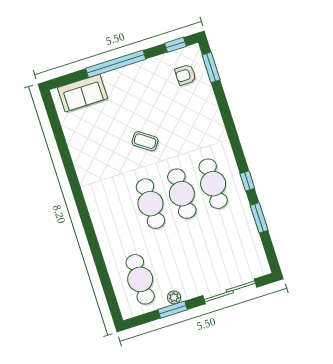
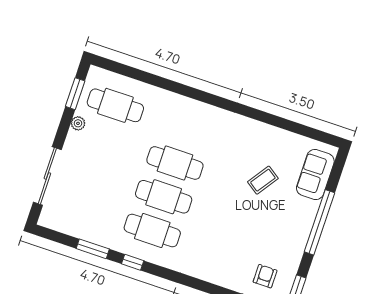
coffee table: (145, 141) -> (263, 180), moved
window: (173, 310) -> (75, 94), moved

